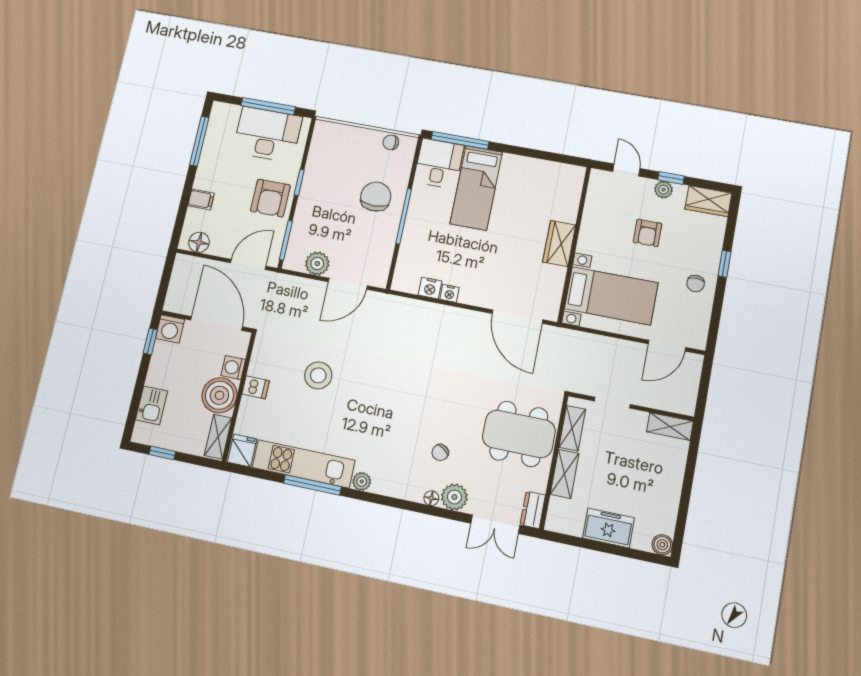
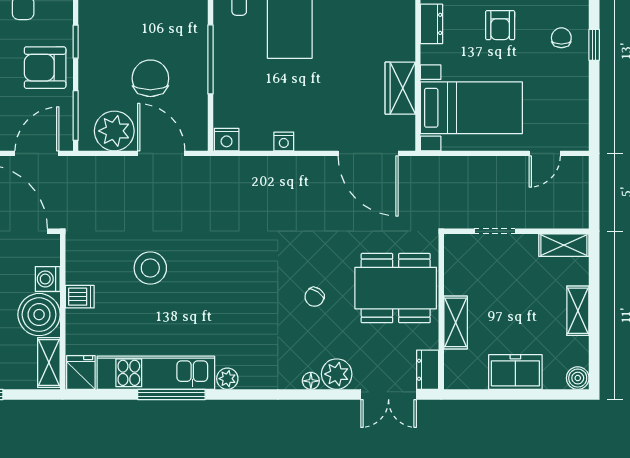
chair: (376, 197) -> (150, 78), moved
armchair: (270, 198) -> (45, 68), turned 90
dresser: (590, 221) -> (432, 24), added
wardrobe: (559, 244) -> (400, 88), moved
plant: (317, 264) -> (114, 131), width x1.36, depth x1.36
door: (348, 284) -> (161, 153), swing flipped
chair: (696, 284) -> (561, 38), moved, turned 180
nightstand: (430, 288) -> (227, 140), moved
door: (667, 346) -> (545, 153), width x0.73
shelving: (572, 428) -> (578, 311), moved
chair: (440, 452) -> (314, 297), moved

